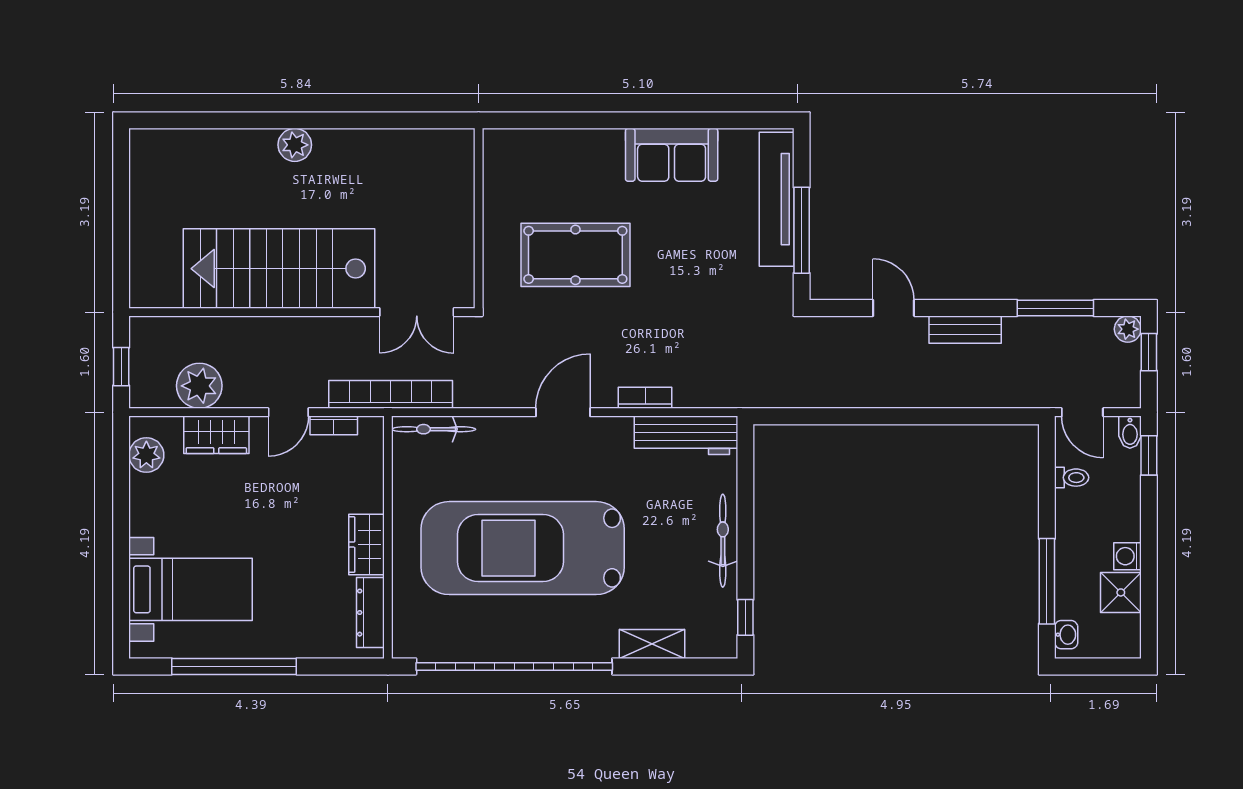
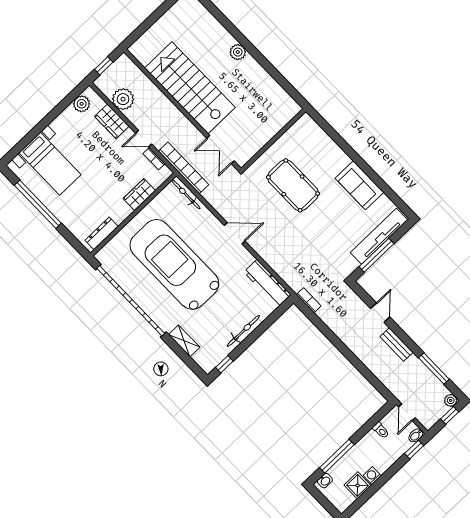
bookcase: (645, 398) -> (309, 300), moved
wardrobe: (367, 545) -> (139, 195), moved

